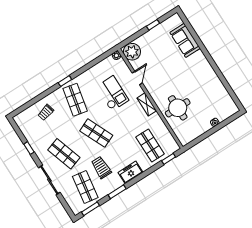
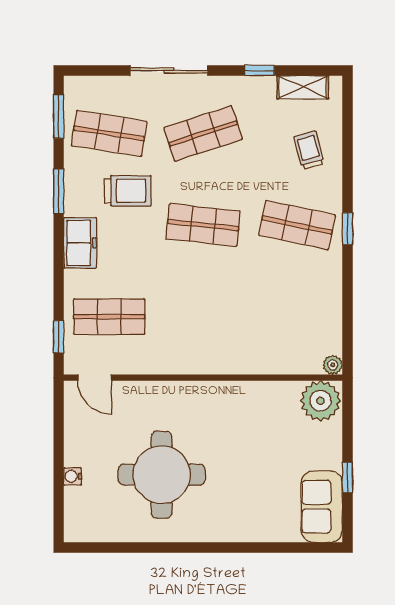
sofa: (185, 40) -> (322, 507), moved, turned -90
door: (137, 78) -> (95, 378), moved
checkout: (112, 93) -> (262, 308), removed
shelving: (147, 104) -> (303, 87), moved
round table: (178, 108) -> (162, 475), moved, width x1.36, depth x1.36
shop shelf: (96, 133) -> (203, 225), turned 30

